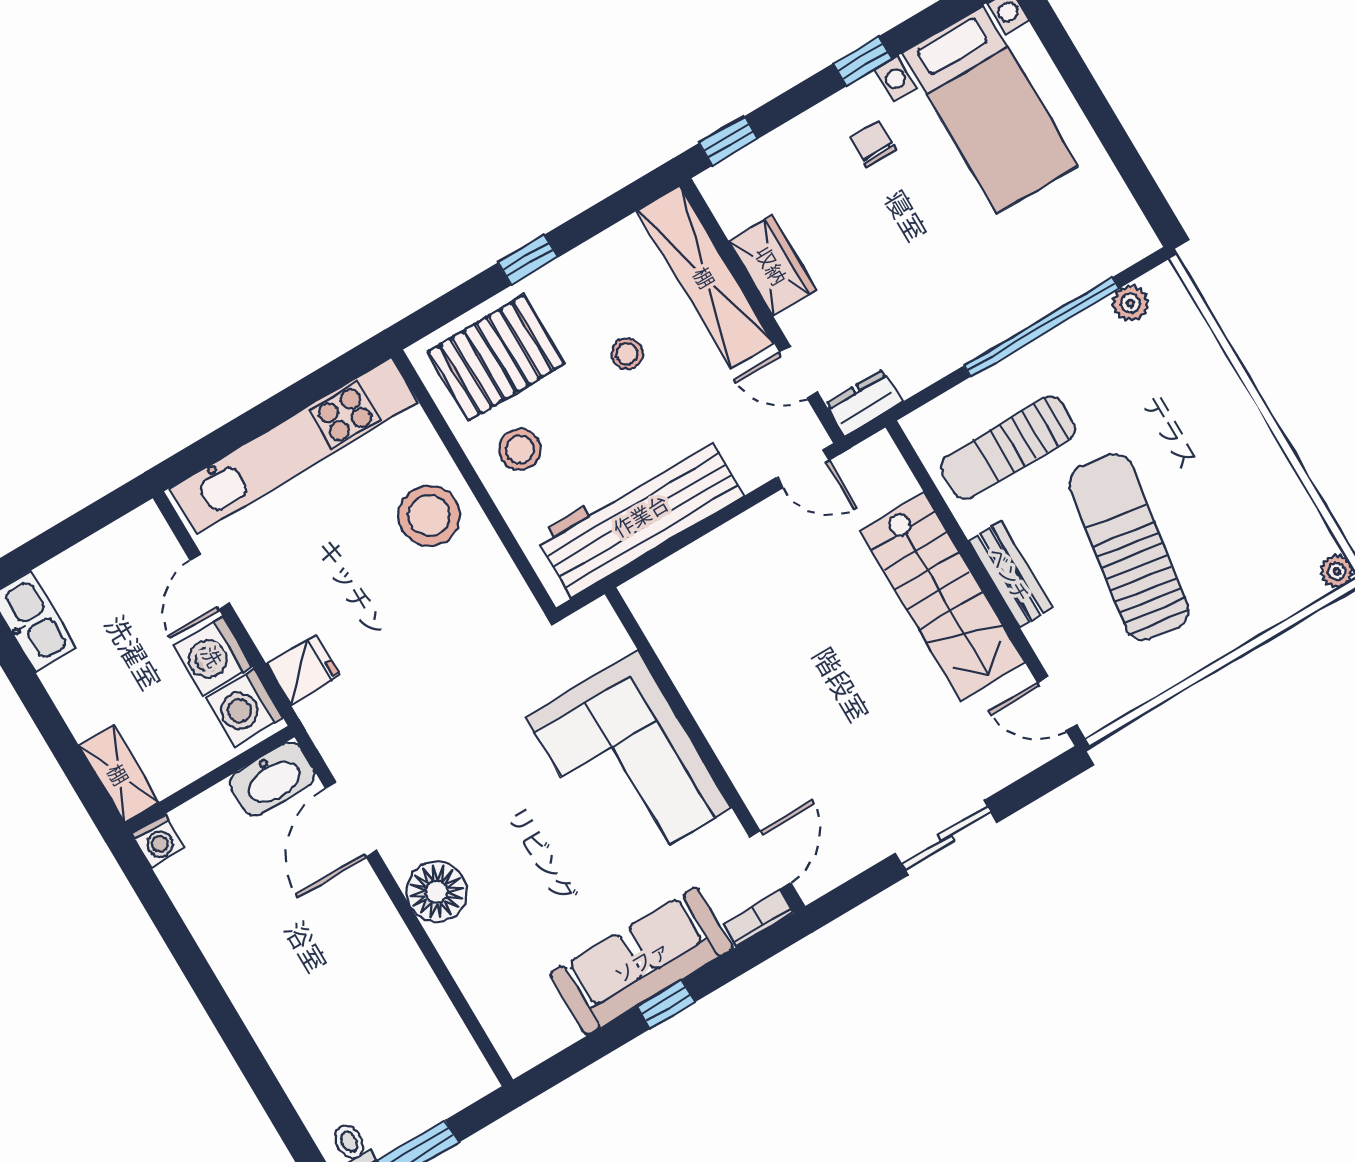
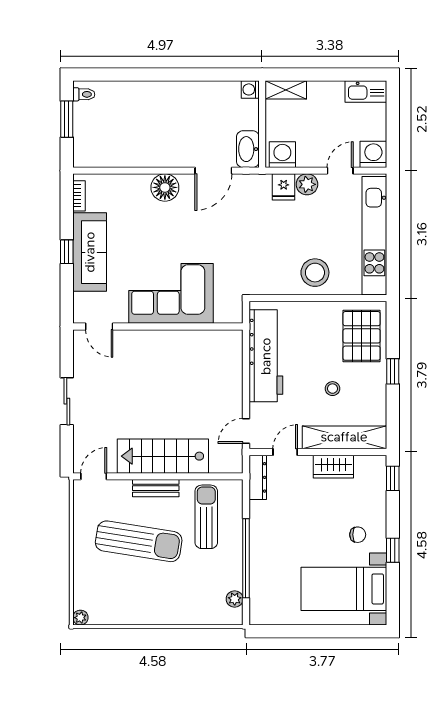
dresser: (864, 403) -> (258, 477), width x1.44
stool: (520, 449) -> (320, 324), removed
door: (210, 582) -> (340, 171), hinge flipped
plant: (273, 629) -> (307, 184), added
washing machine: (213, 656) -> (373, 154), moved
door: (351, 819) -> (213, 171), swing flipped
bookcase: (759, 918) -> (79, 196), moved

